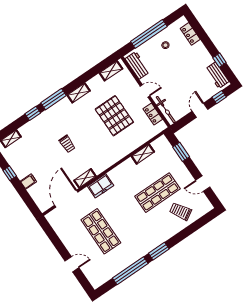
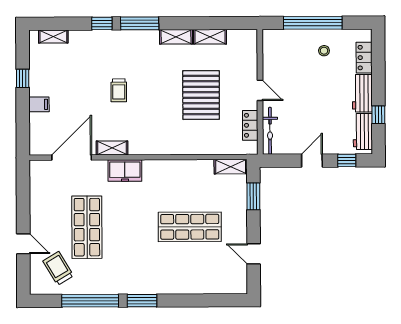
workbench: (137, 65) -> (362, 93), moved, turned 180
shelving: (111, 71) -> (210, 37), moved
shelving: (143, 154) -> (231, 167), moved
trolley: (181, 211) -> (58, 268), moved

